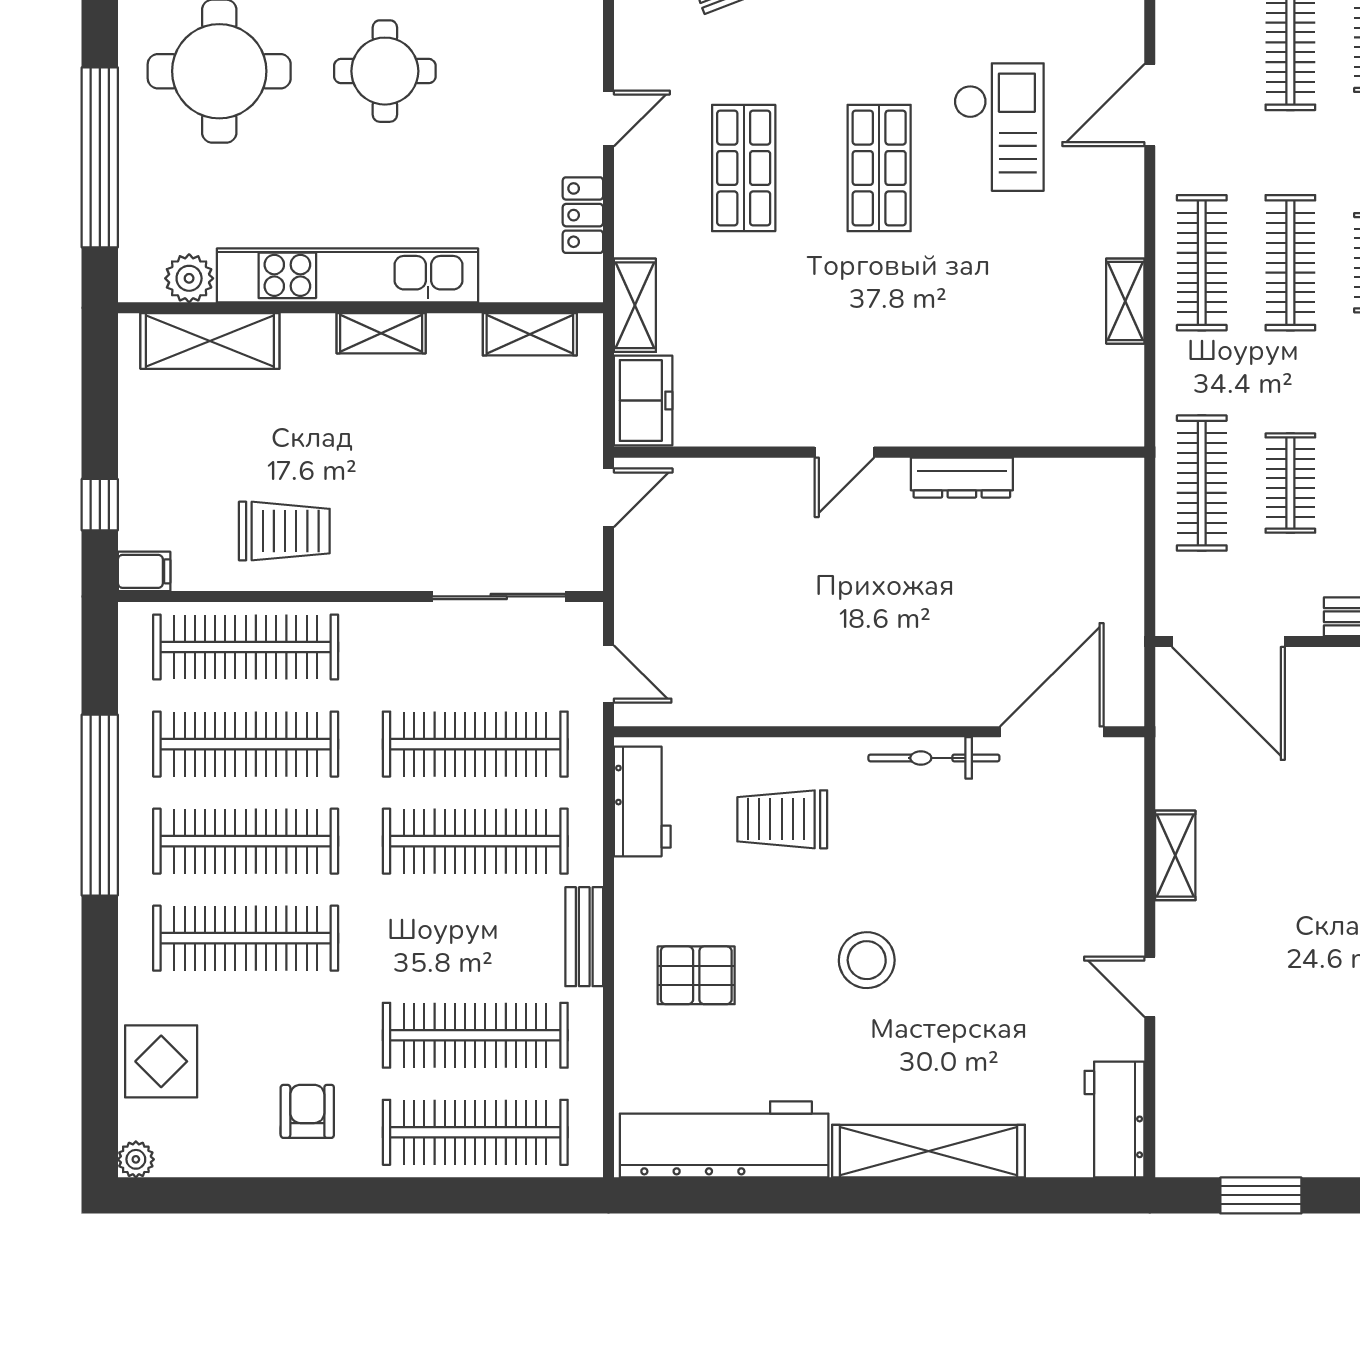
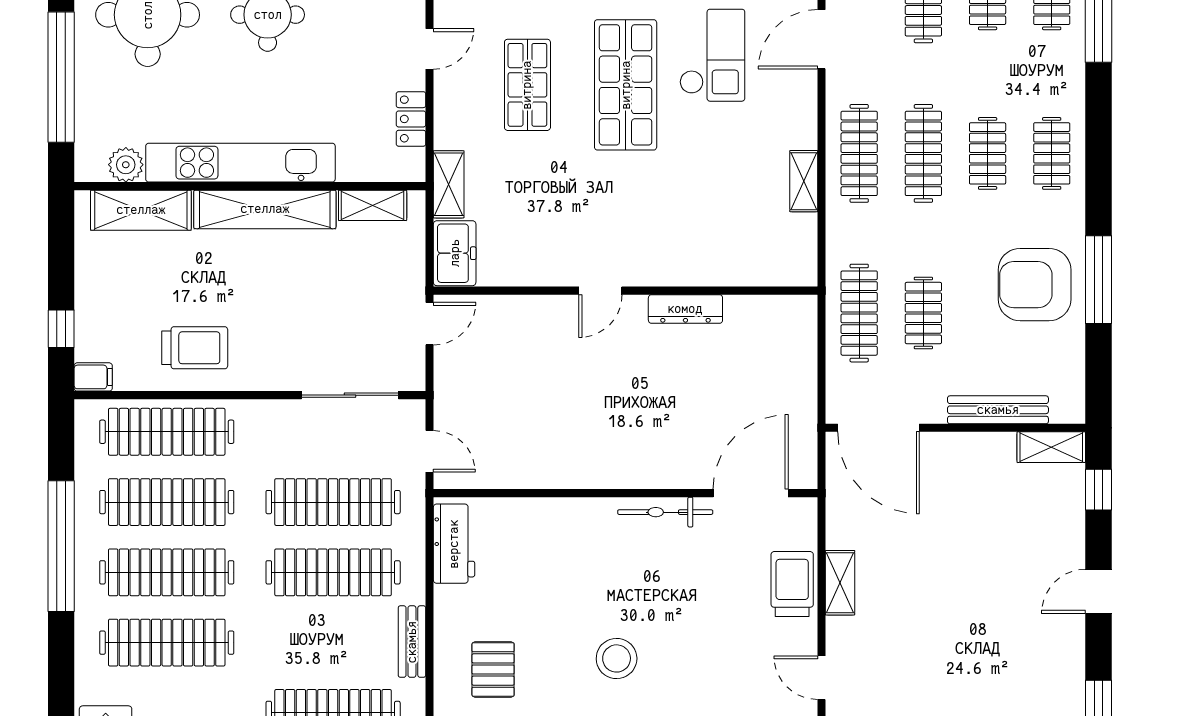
shop shelf: (879, 168) -> (626, 85), width x1.43, depth x1.36
shelving: (381, 333) -> (265, 209), width x2.20, depth x1.33
trolley: (782, 819) -> (792, 584), moved, turned 90
pallet: (696, 975) -> (493, 670), turned 90

